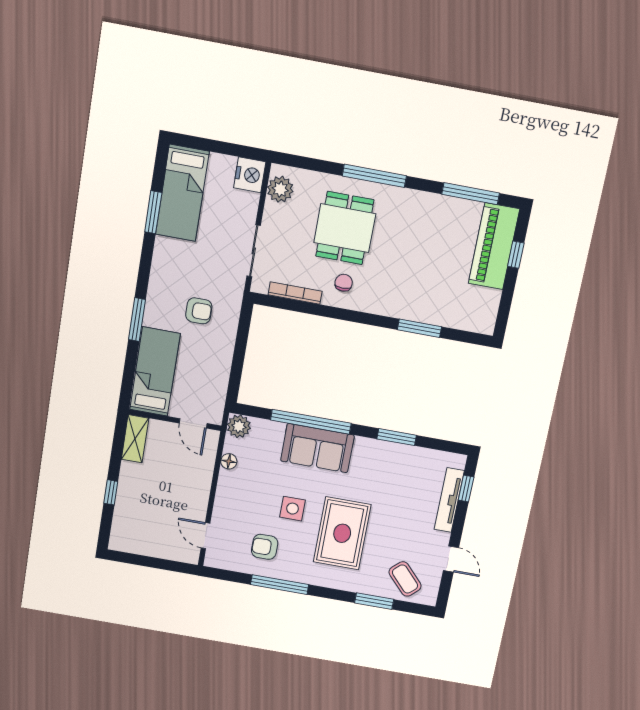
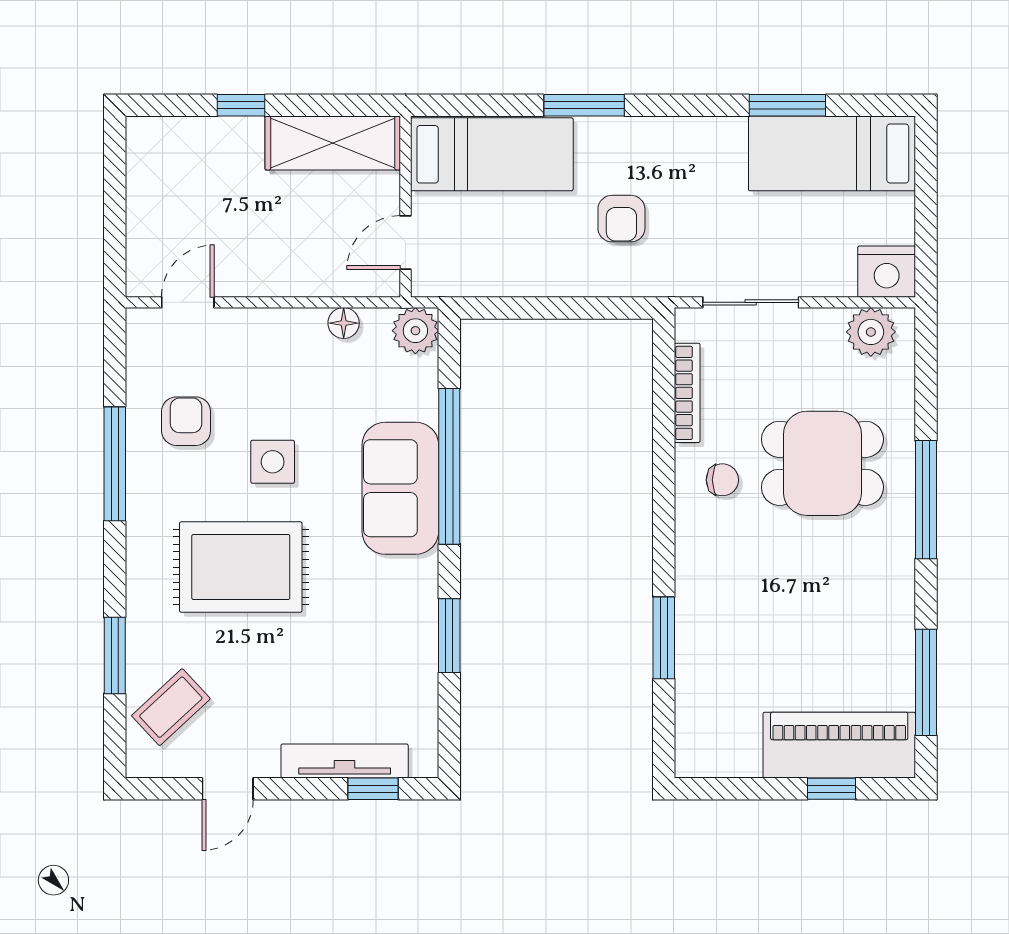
shelving: (135, 439) -> (333, 143), width x1.50, depth x1.33

